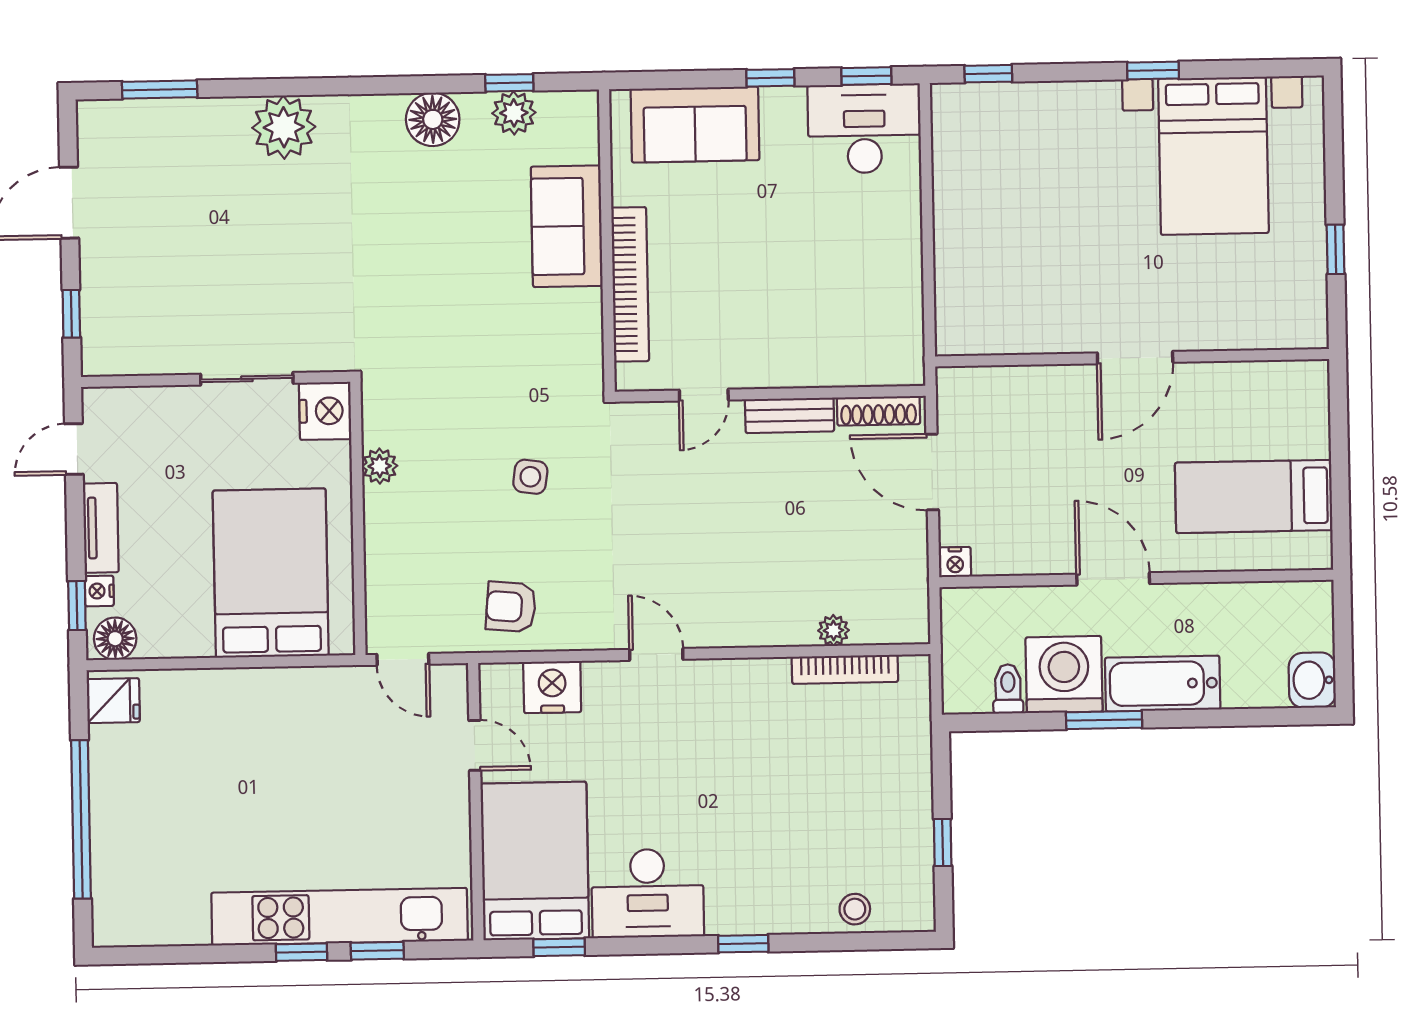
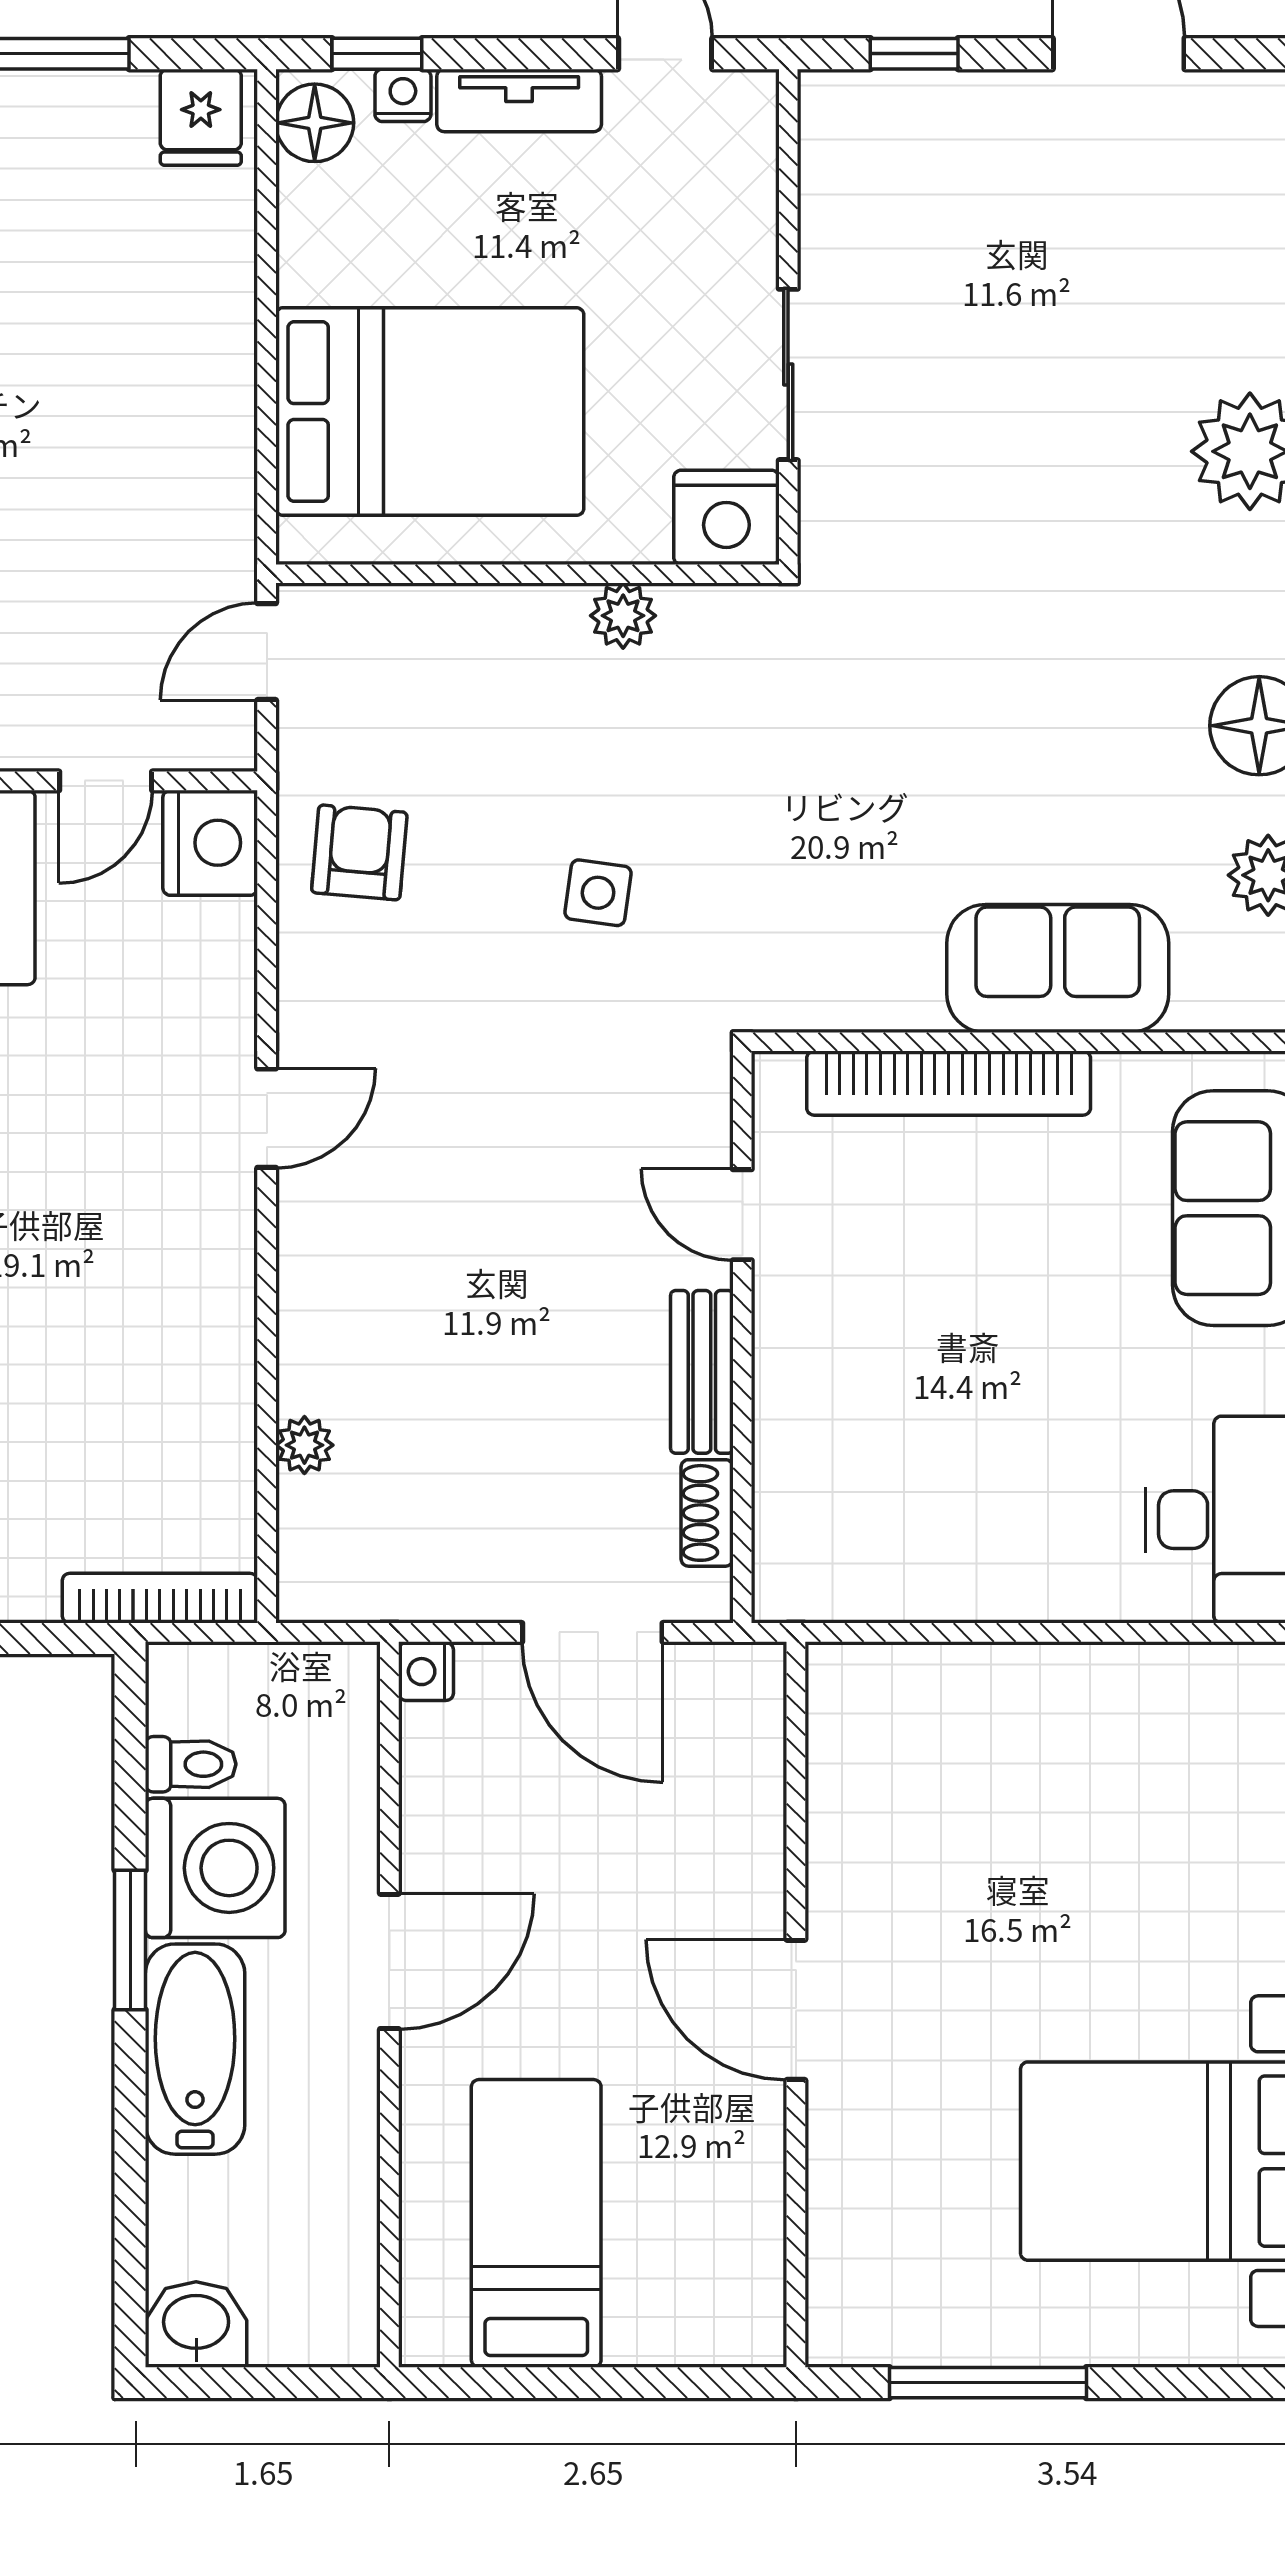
window: (1336, 249) -> (988, 2383), width x2.17
shoe rack: (879, 411) -> (707, 1513), width x0.70
door: (932, 472) -> (592, 1632), swing flipped
bookcase: (845, 669) -> (160, 1598), moved, turned 90
nightstand: (552, 687) -> (210, 843), moved

